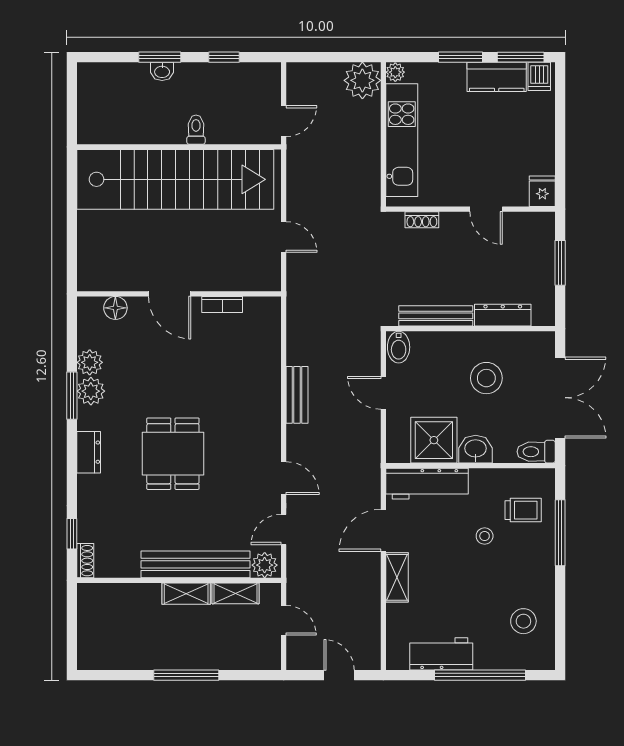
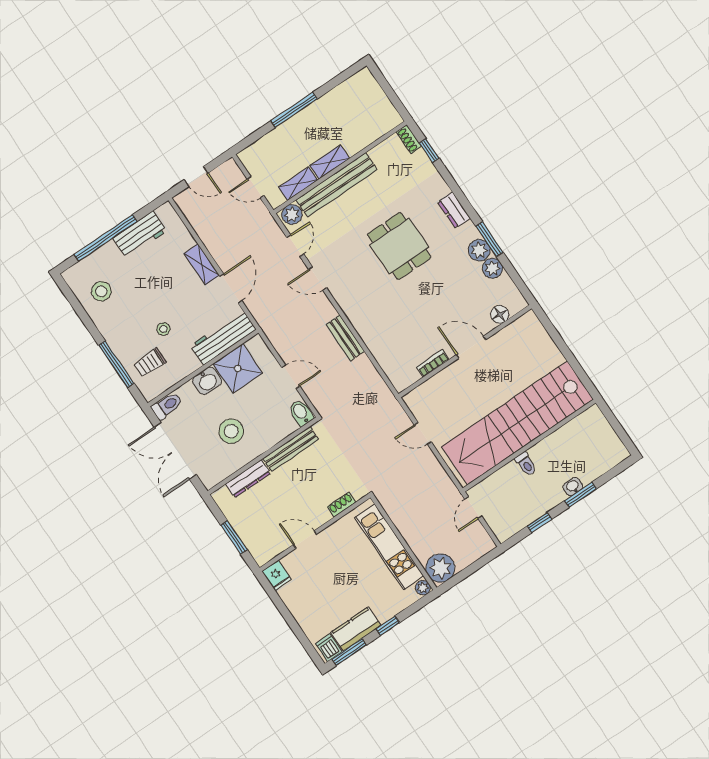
window: (461, 57) -> (388, 626), width x0.67

